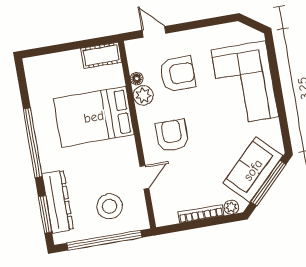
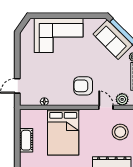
cot: (101, 55) -> (26, 140), moved
armchair: (178, 74) -> (46, 76), removed
plant: (143, 95) -> (122, 99), moved

